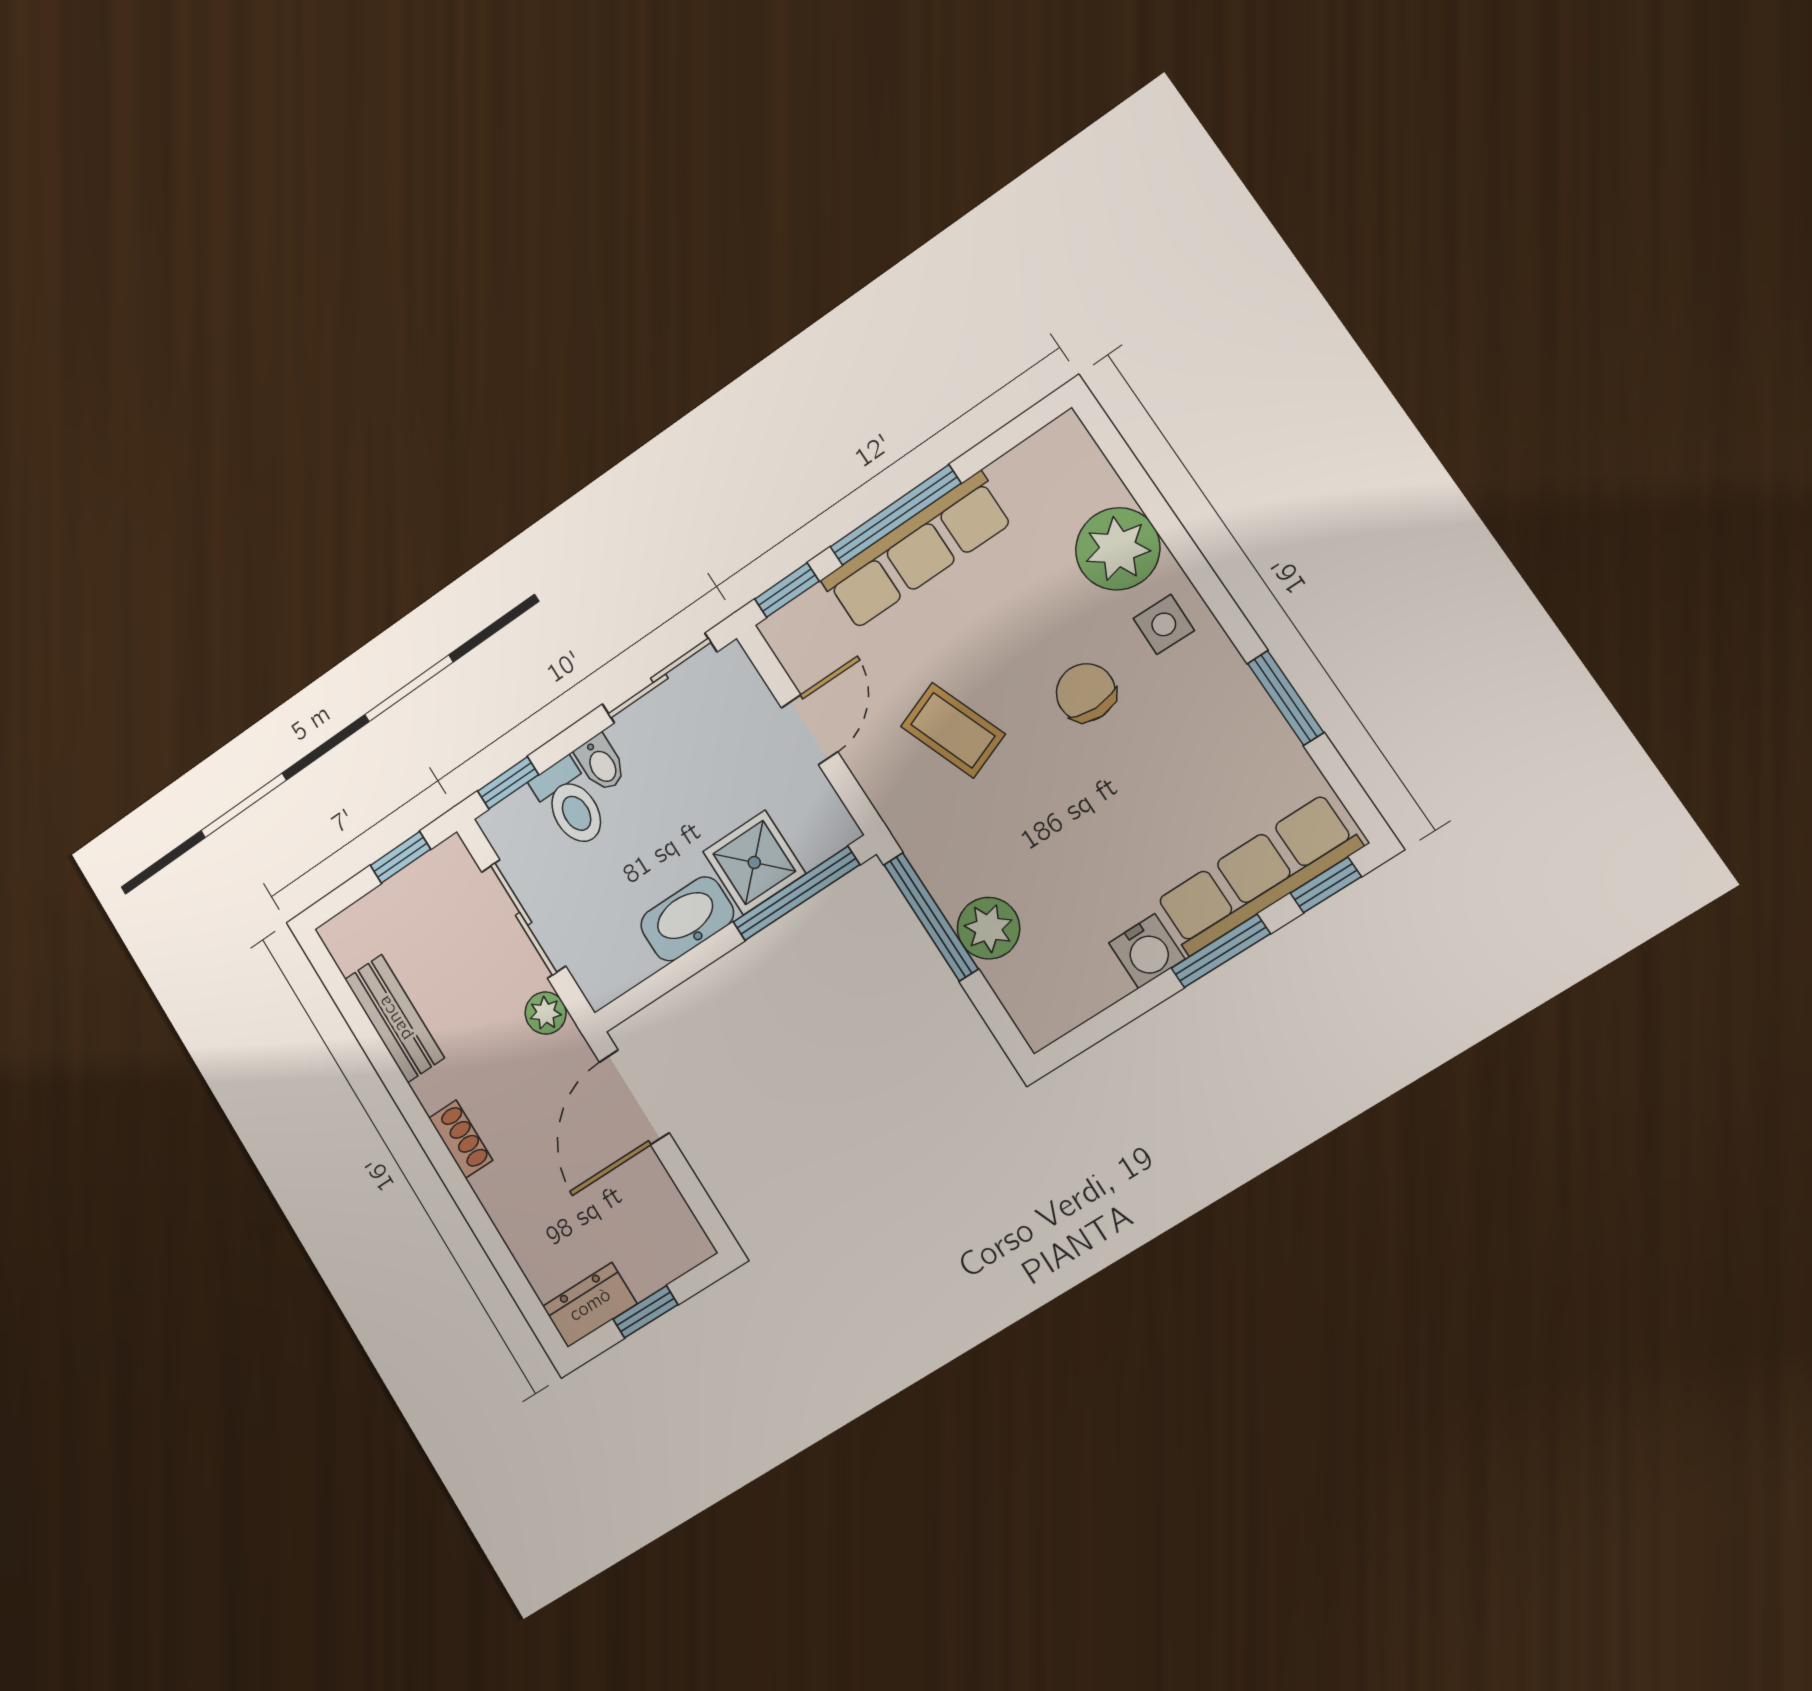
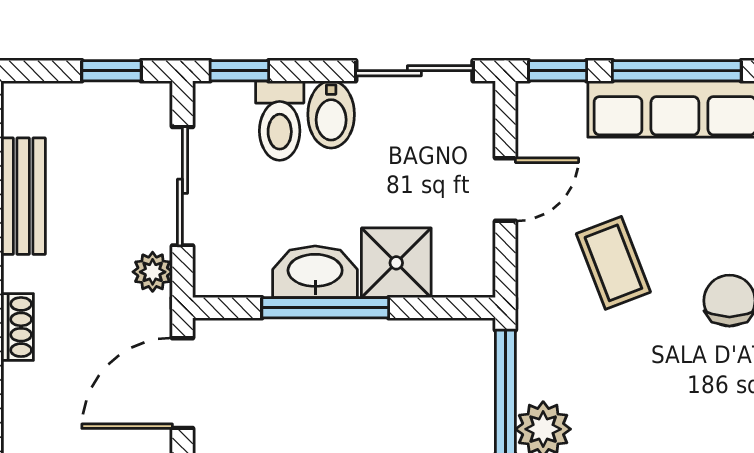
bidet: (601, 763) -> (331, 114), width x1.38, depth x1.36
window: (796, 893) -> (325, 308), moved

